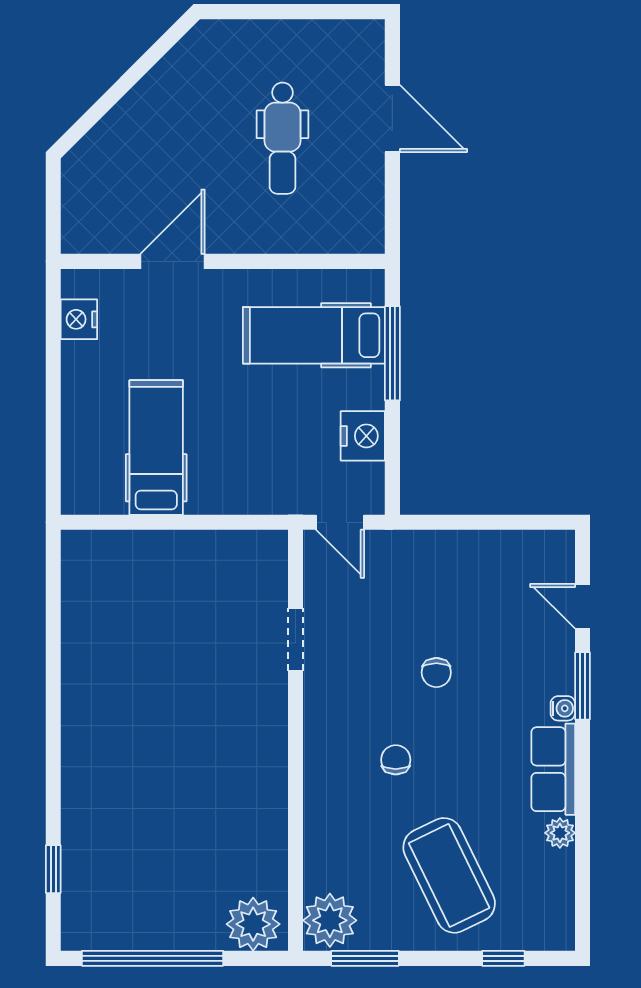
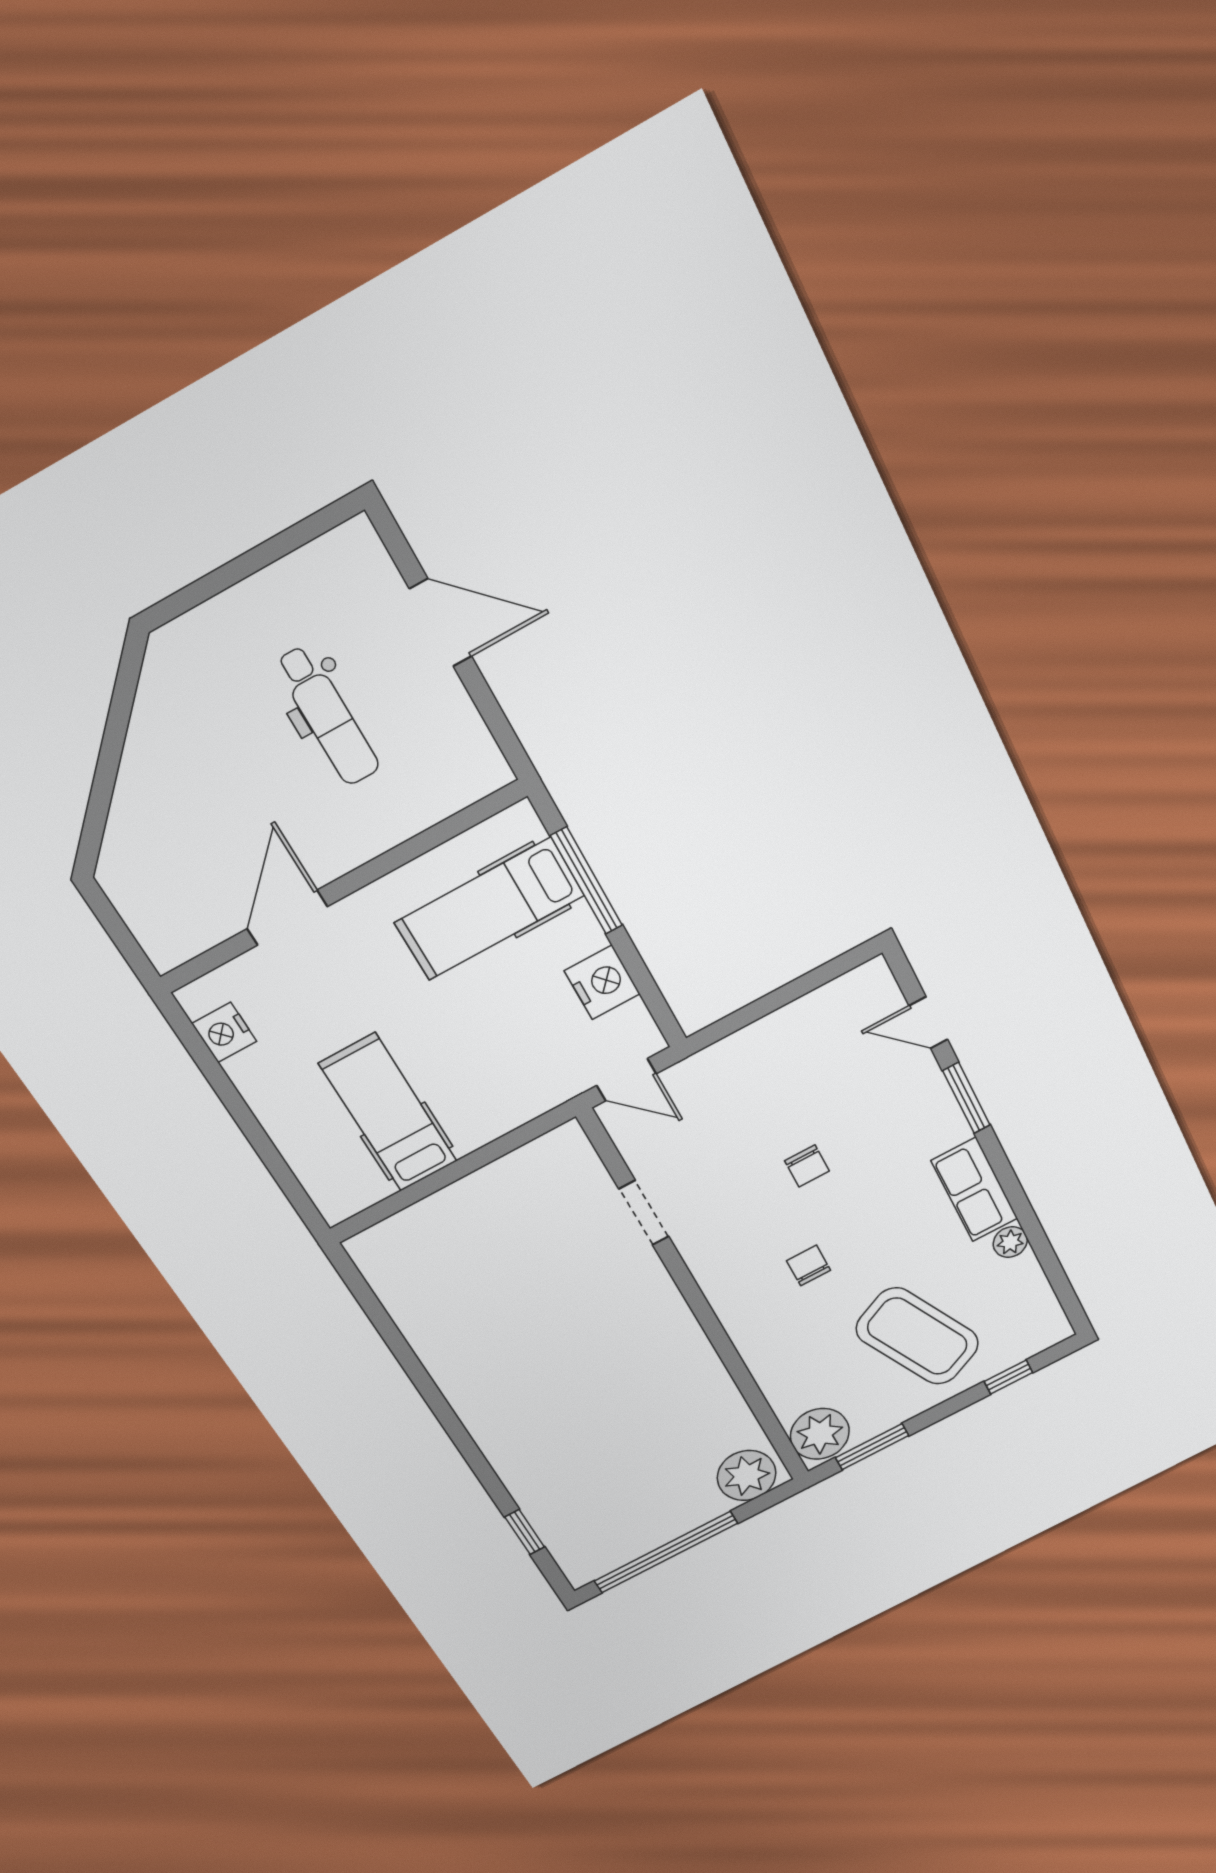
water cooler: (563, 708) -> (956, 1129), removed

